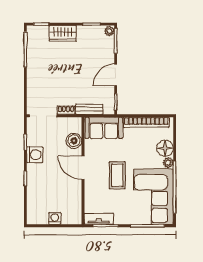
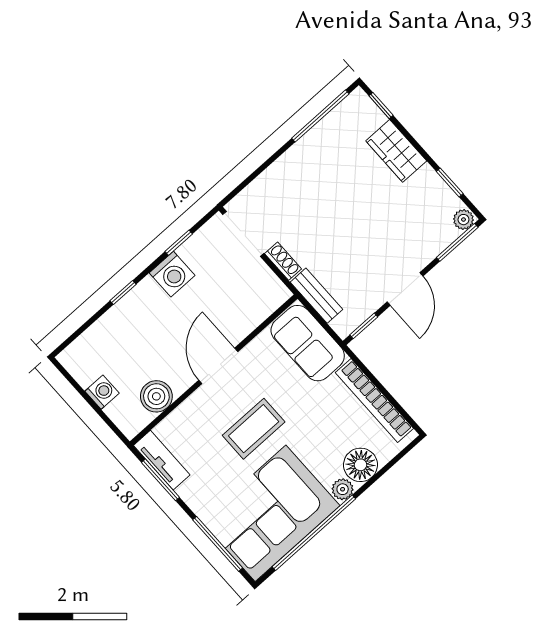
door: (116, 75) -> (405, 289), swing flipped
boiler: (74, 141) -> (156, 396), moved

